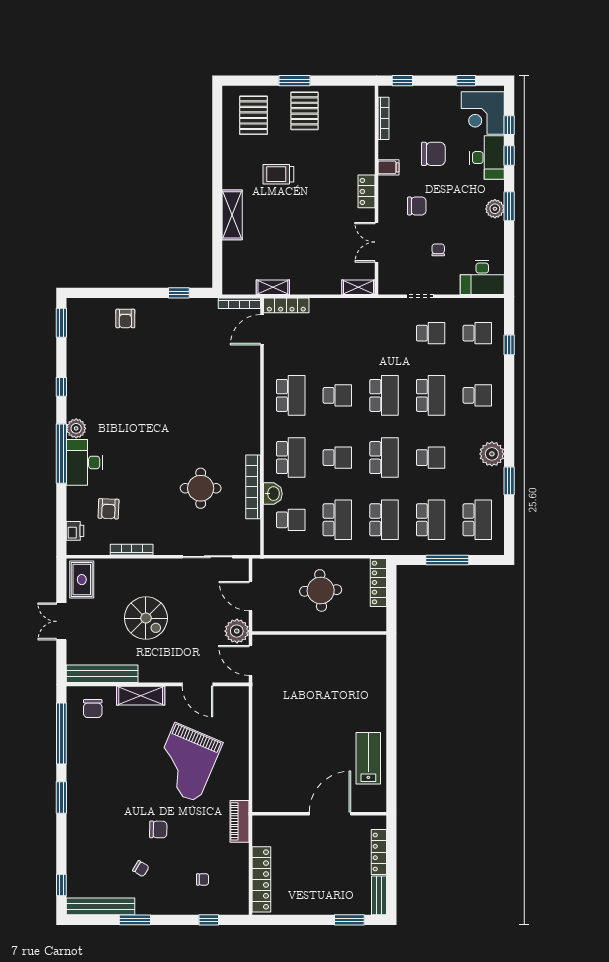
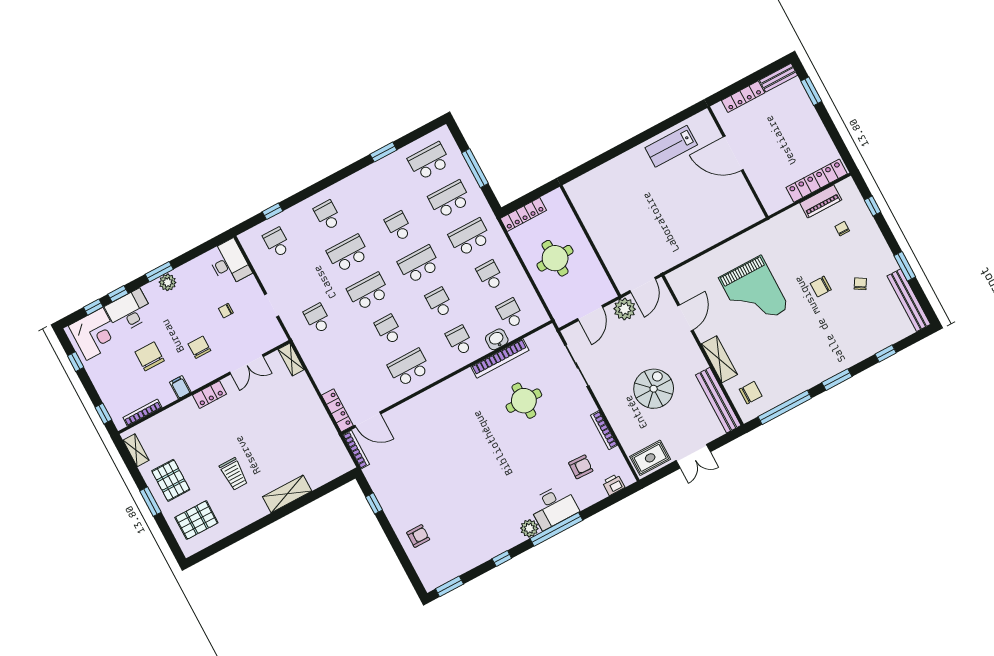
pallet: (304, 111) -> (171, 480), turned 90
shelving: (273, 287) -> (136, 450), moved
school desk: (431, 333) -> (317, 319), moved
plant: (492, 454) -> (369, 178), removed
school desk: (291, 458) -> (460, 341), width x0.54
school desk: (337, 520) -> (490, 275), width x0.54
grand piano: (186, 762) -> (754, 293), turned 67
piano: (239, 821) -> (821, 201), moved
chair: (158, 829) -> (821, 287), turned -91
window: (61, 885) -> (886, 354), moved

